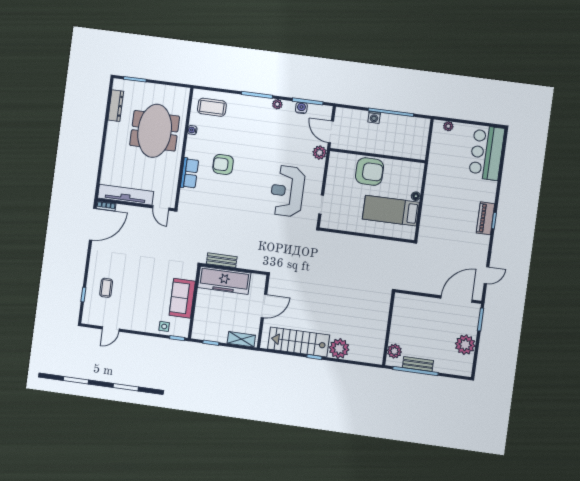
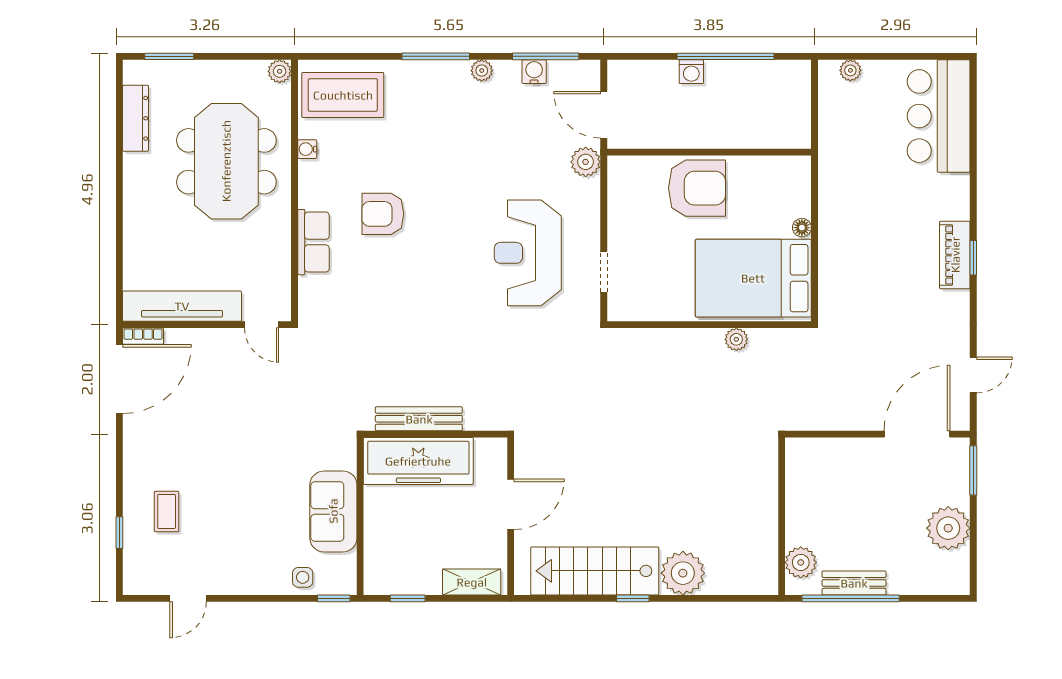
plant: (184, 93) -> (280, 71), added
coffee table: (212, 107) -> (343, 95), width x1.36, depth x1.32
bed: (391, 211) -> (753, 278), width x1.50
plant: (378, 244) -> (736, 339), added
bench: (222, 260) -> (419, 419), width x1.36

